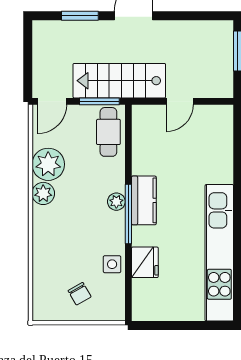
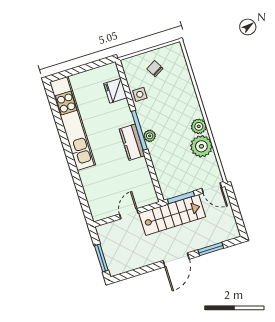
door: (52, 101) -> (212, 188), swing flipped
cafe table: (108, 132) -> (169, 179), removed
fridge: (145, 262) -> (115, 91), moved

